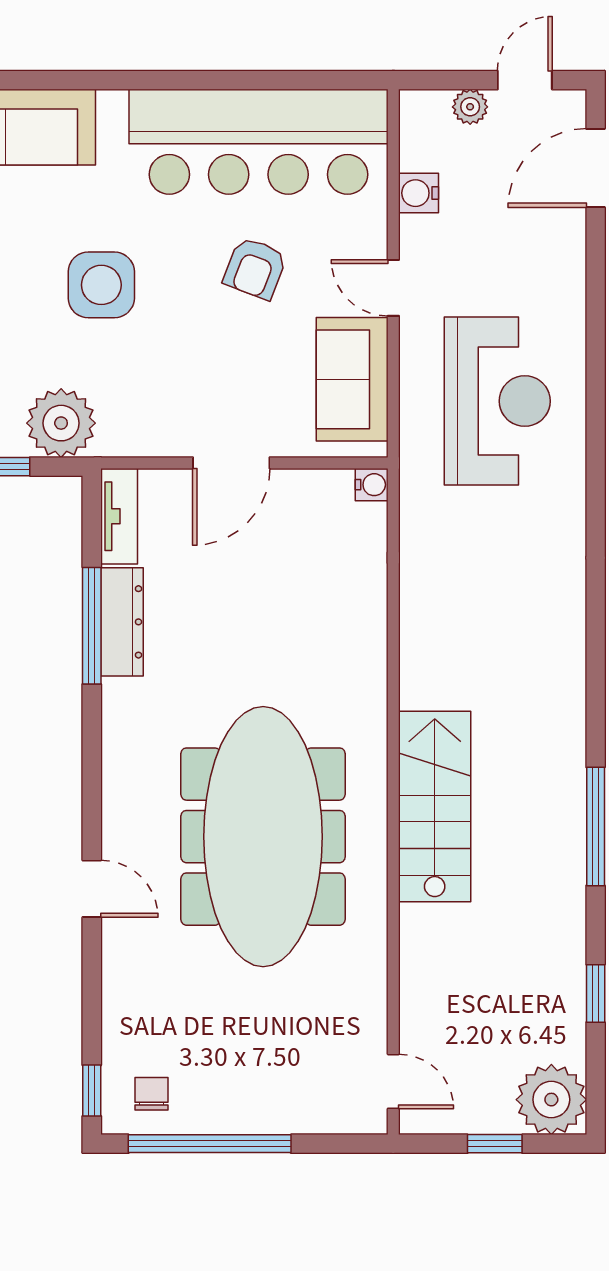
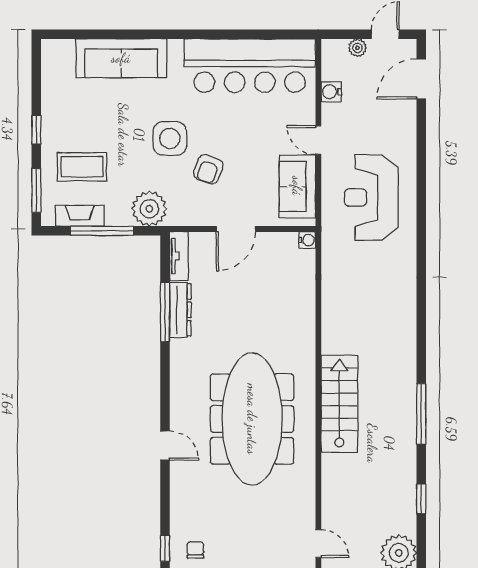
armchair: (255, 268) -> (208, 169), moved
reception desk: (497, 401) -> (371, 198), turned 180

